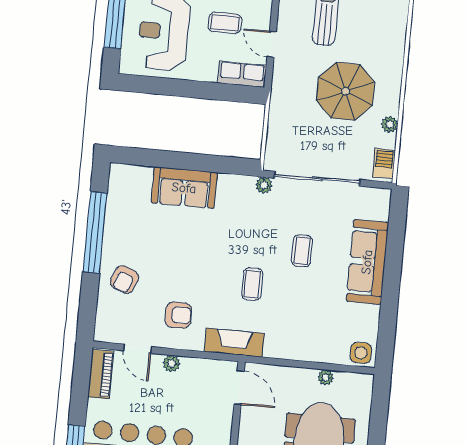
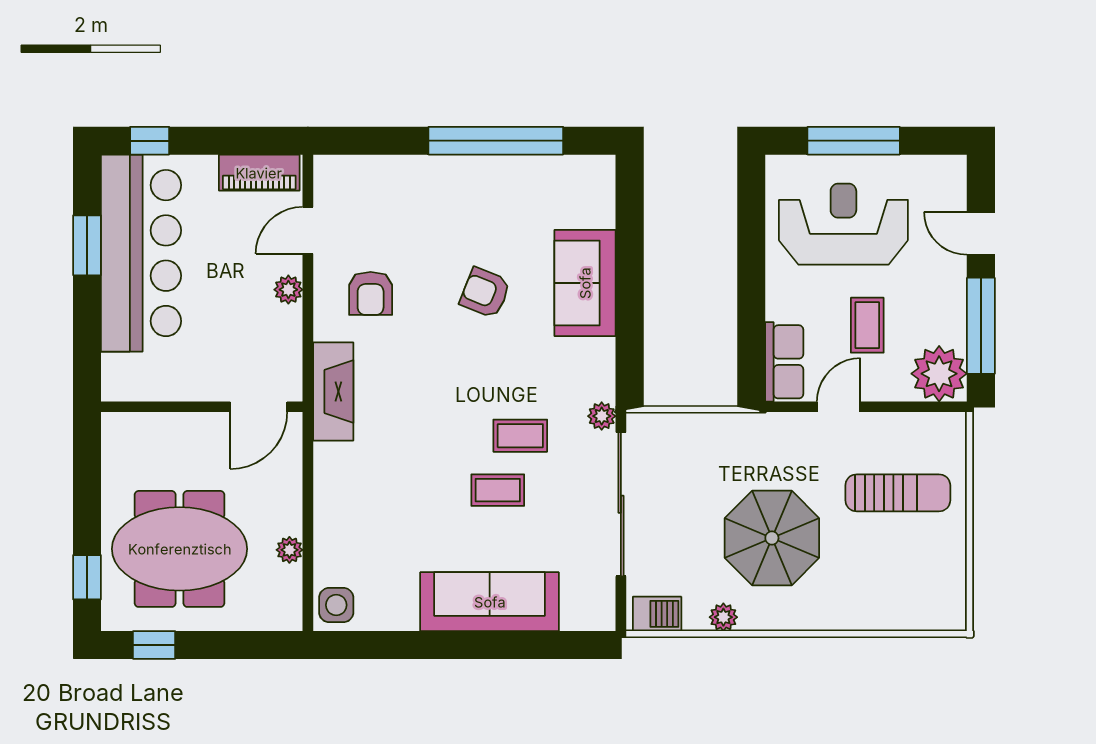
armchair: (124, 280) -> (485, 293), moved
coffee table: (252, 284) -> (520, 436), moved

